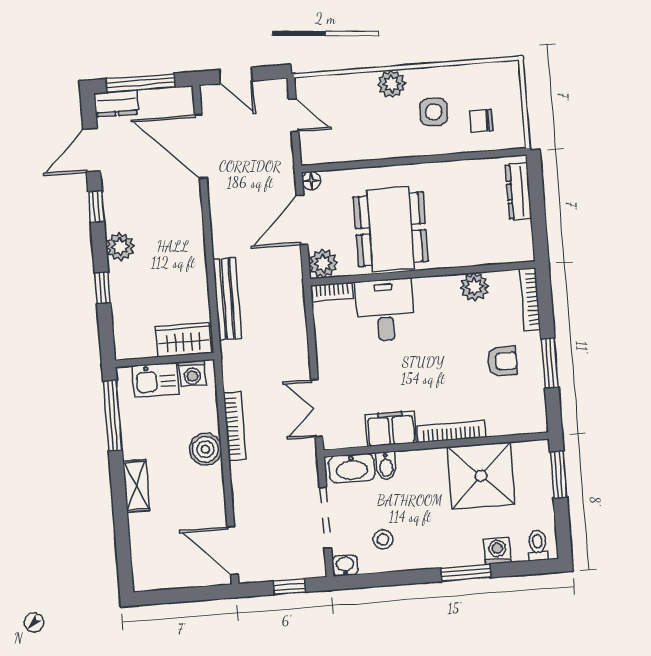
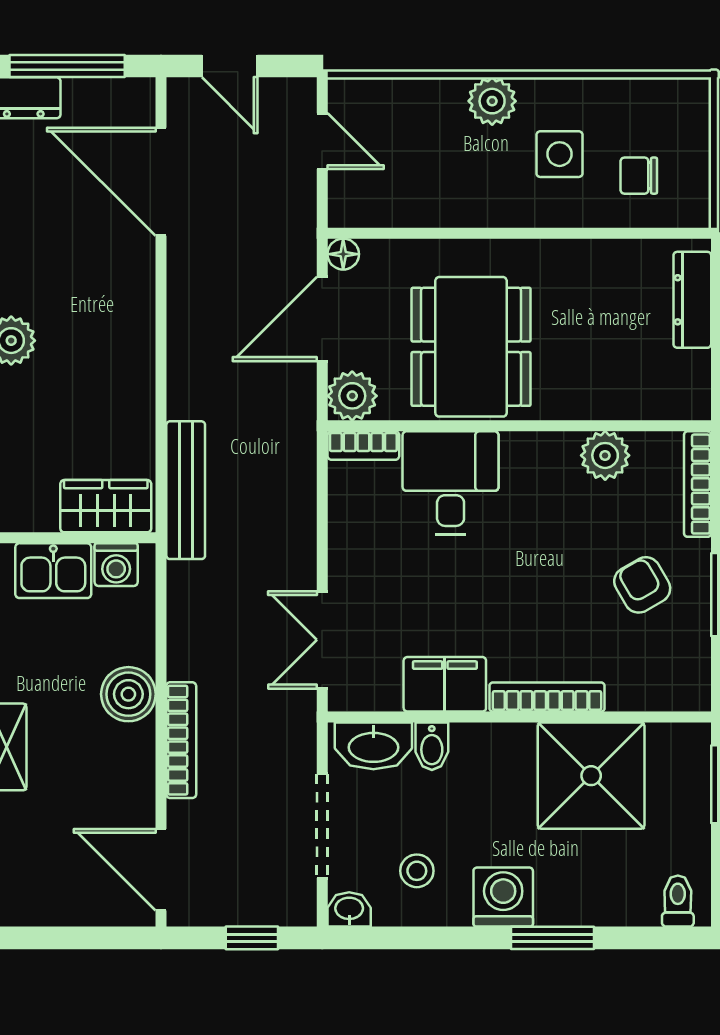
bench: (227, 299) -> (186, 490), moved
armchair: (502, 361) -> (642, 585), turned -120
bookcase: (235, 426) -> (181, 740), moved
washing machine: (497, 551) -> (503, 897), moved, width x1.38, depth x1.38

